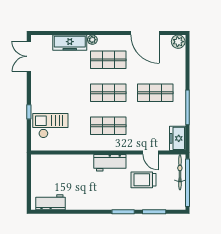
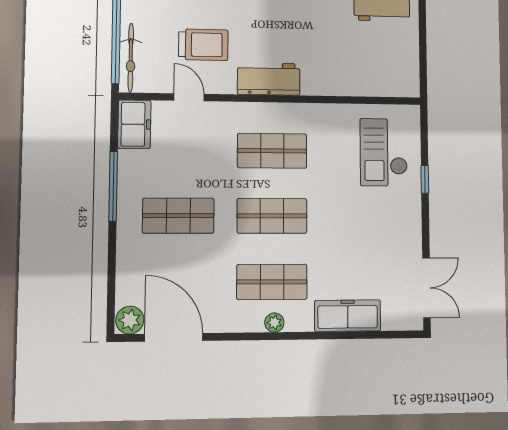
door: (145, 33) -> (174, 337), moved
plant: (92, 40) -> (274, 323), moved
checkout: (50, 126) -> (384, 152), turned 90

